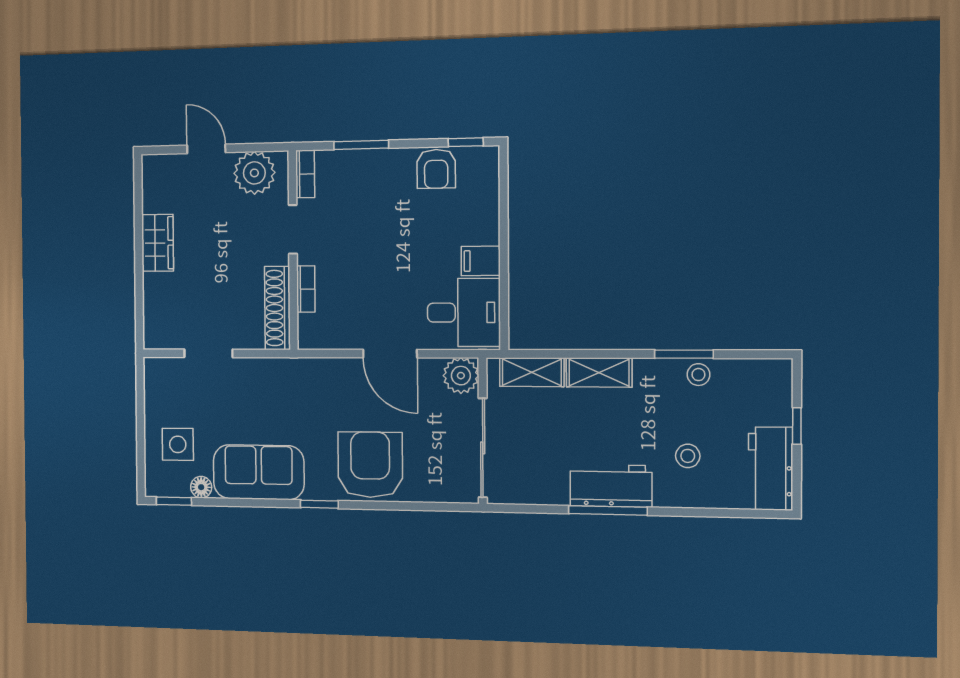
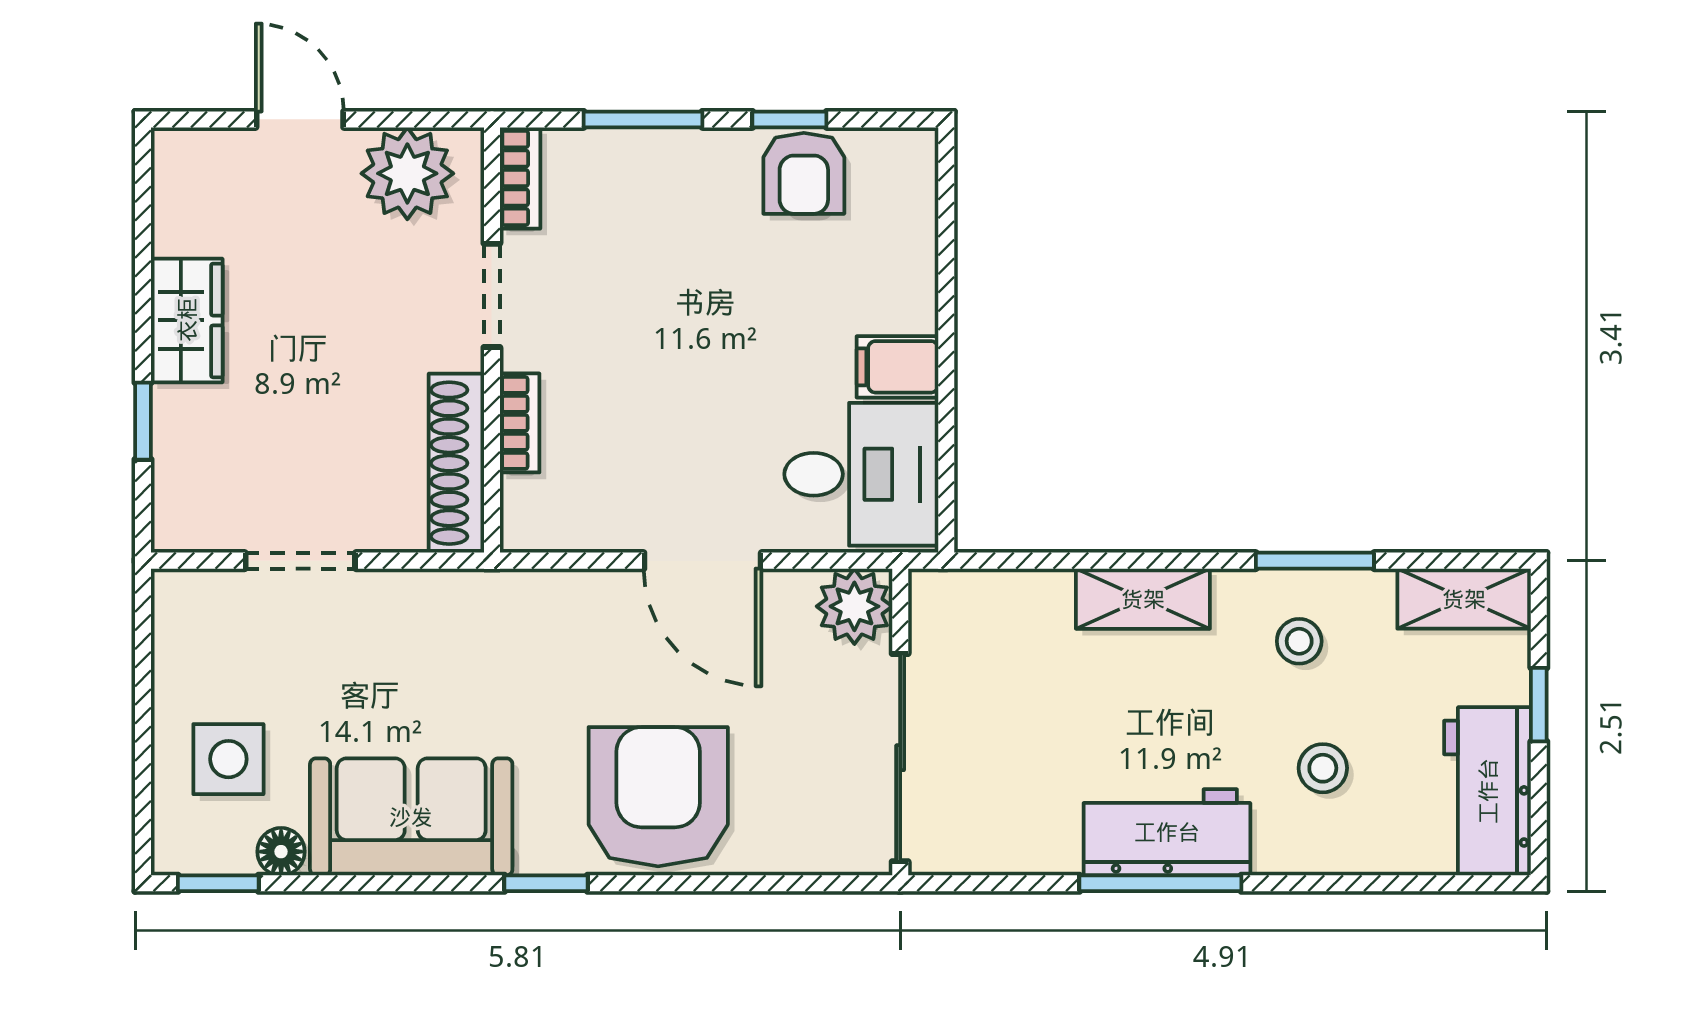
window: (466, 142) -> (789, 119), moved
window: (139, 289) -> (143, 421), added
shelving: (532, 372) -> (1464, 599), moved
stool: (698, 375) -> (1299, 641), moved

